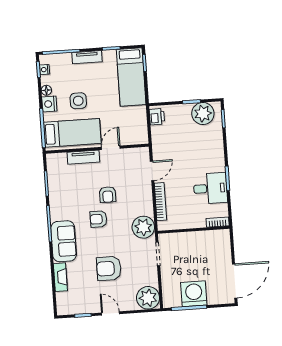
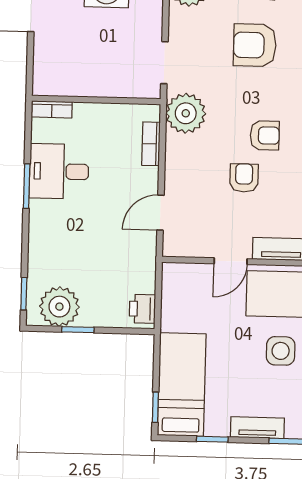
bookcase: (160, 202) -> (151, 144), width x0.64
armchair: (109, 268) -> (255, 45), turned 180

